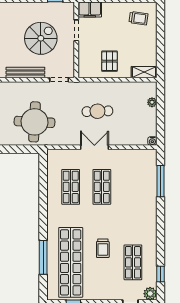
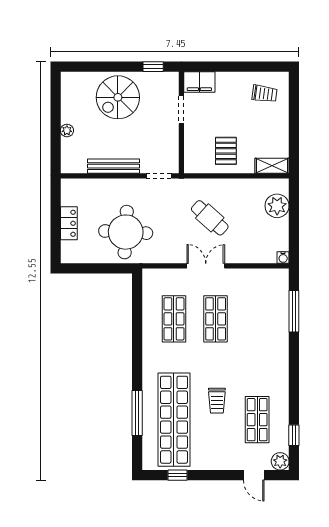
spiral stairs: (41, 38) -> (118, 97), moved, turned 180
plant: (152, 102) -> (277, 206), width x1.88, depth x1.88
cafe table: (97, 111) -> (210, 218), turned 44

